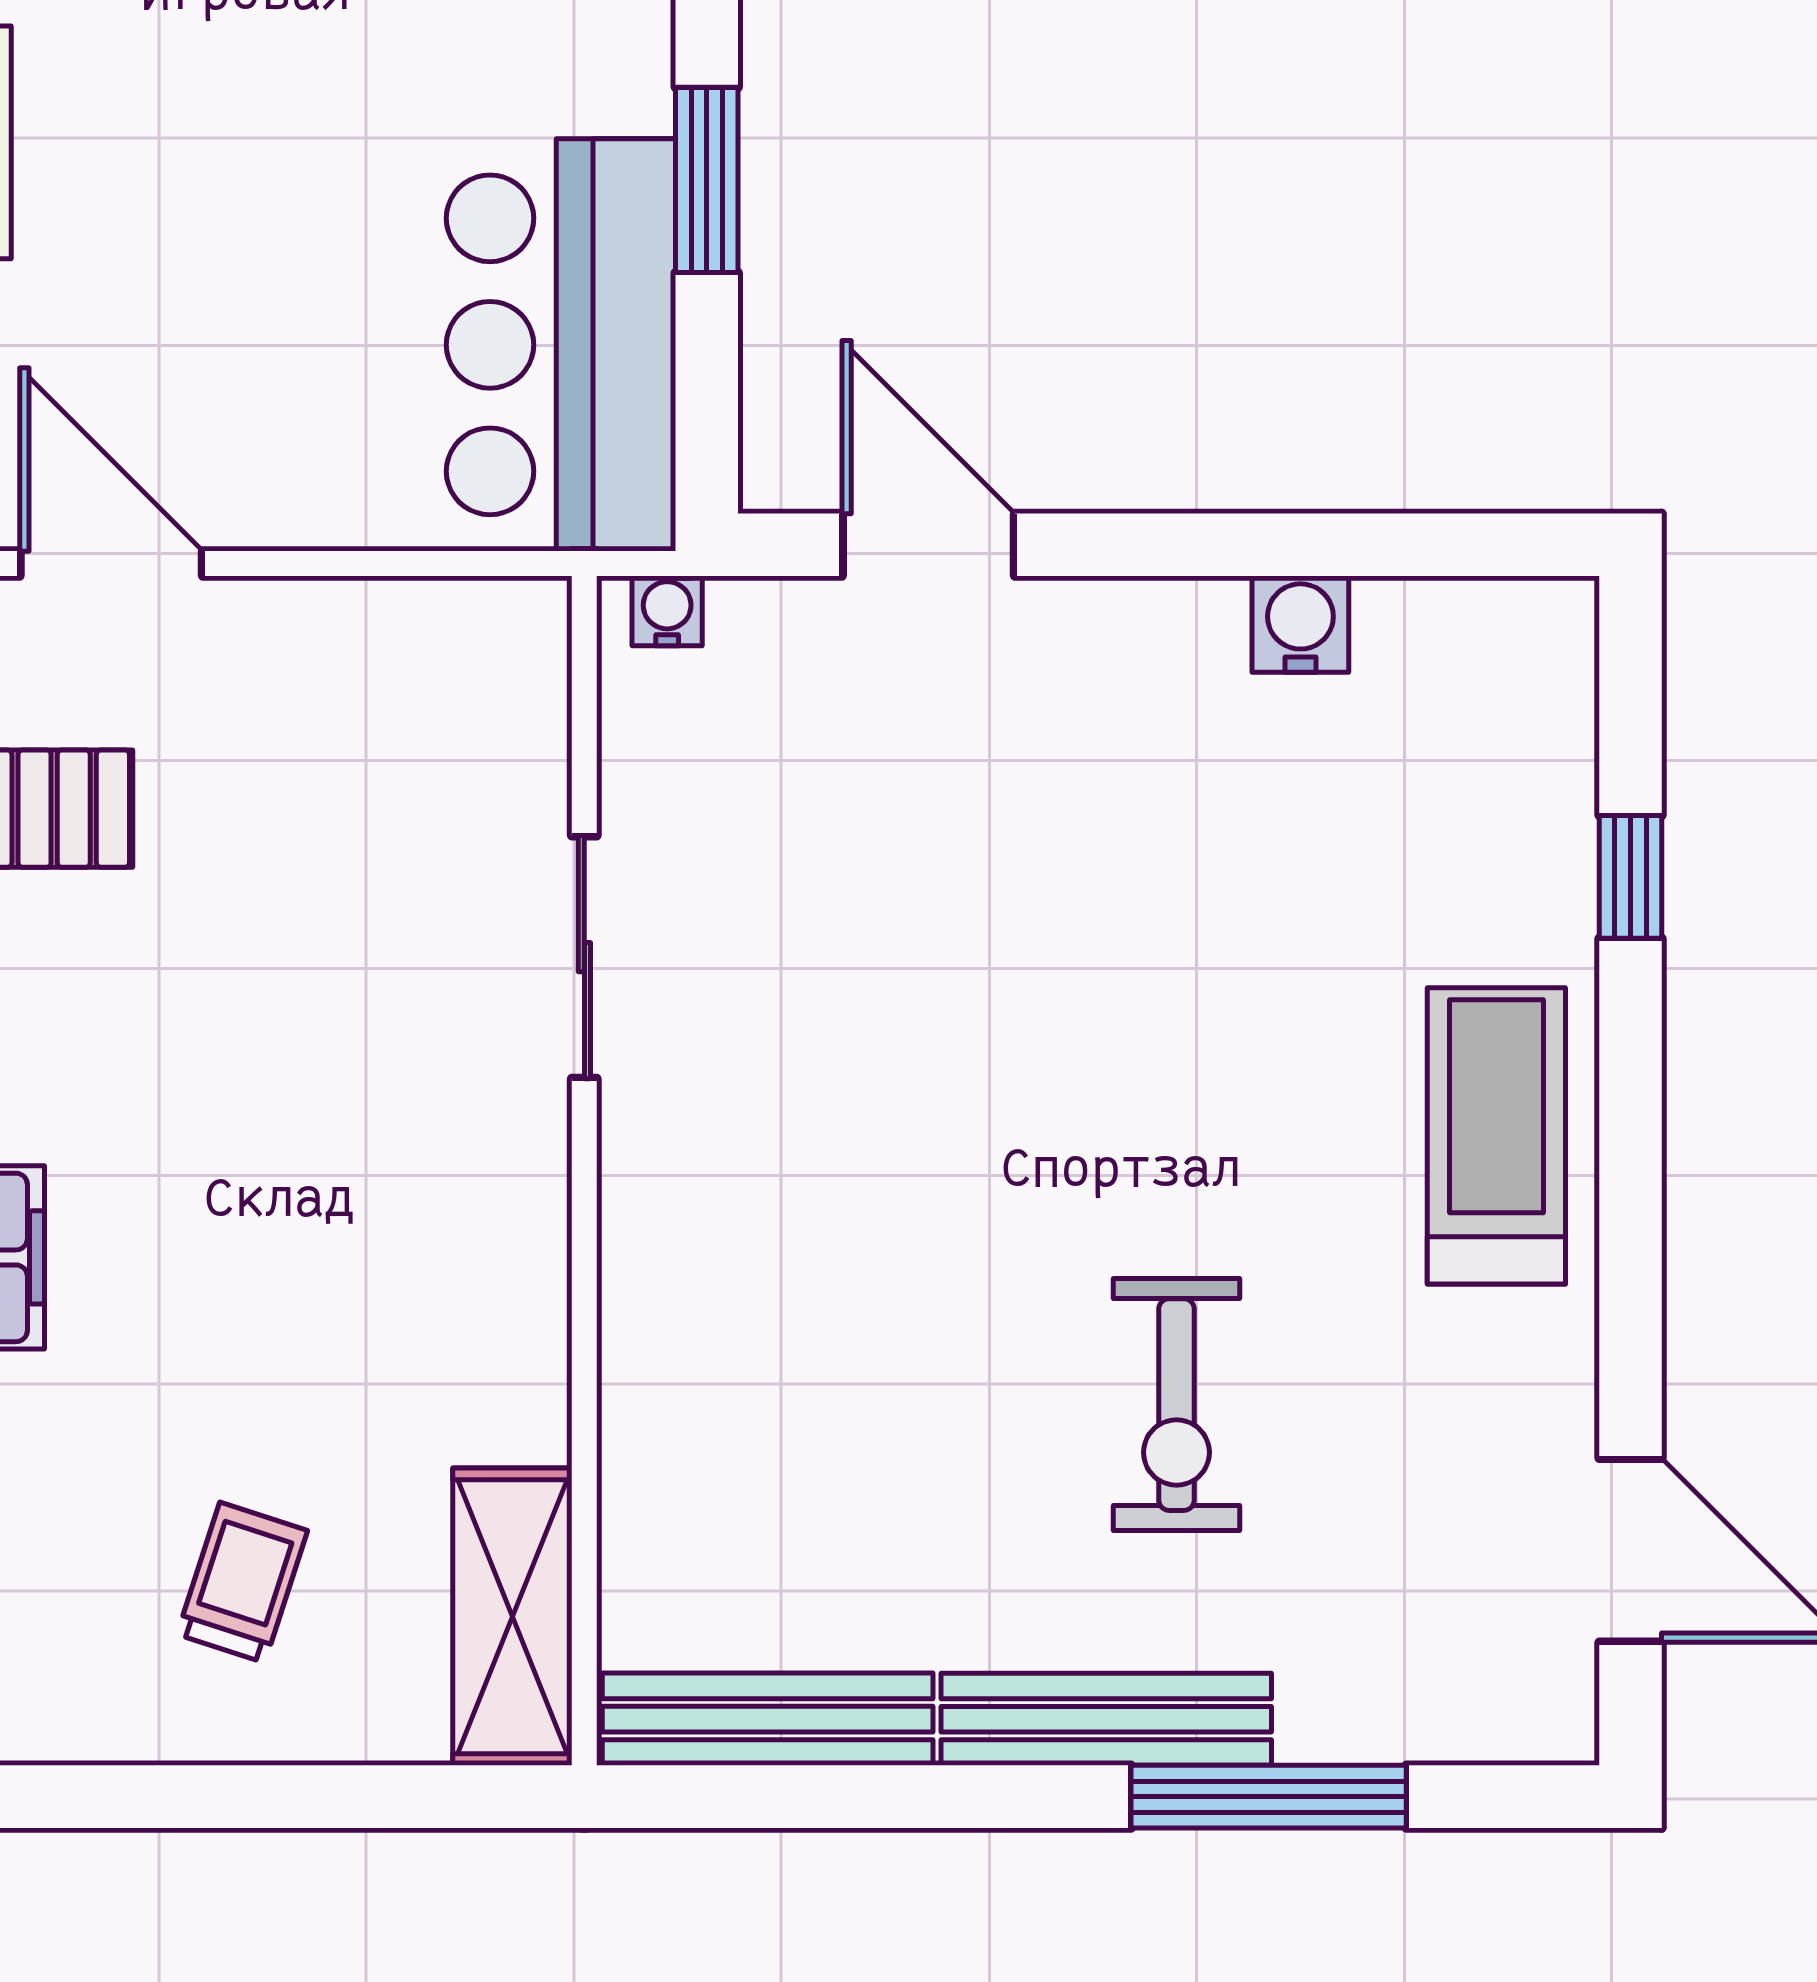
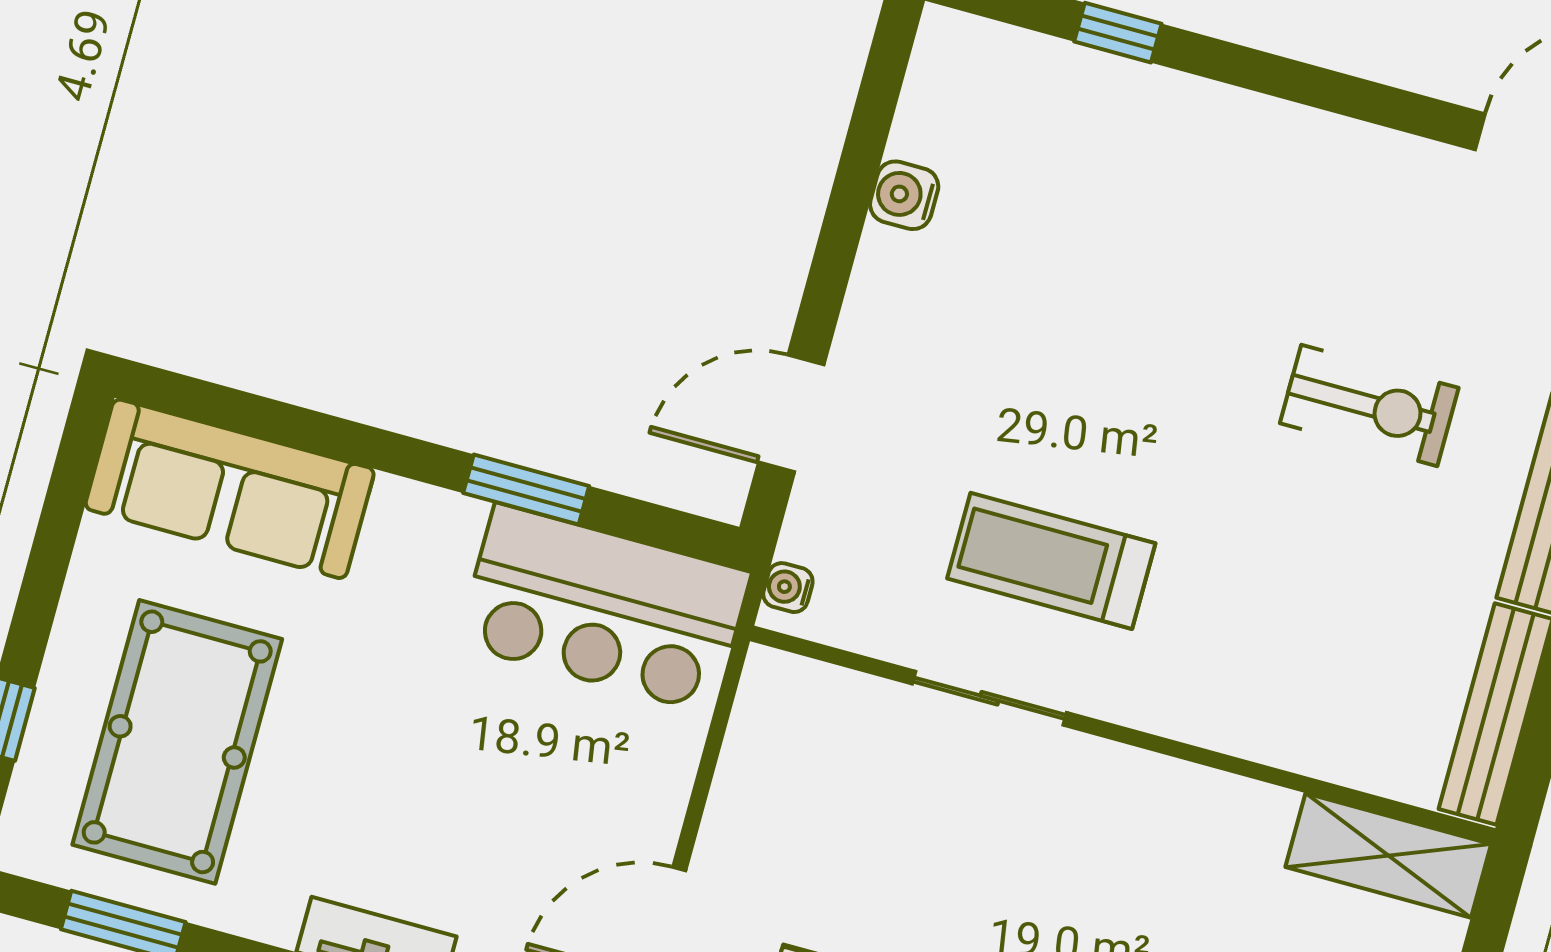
treadmill: (1496, 1136) -> (1051, 561), moved

